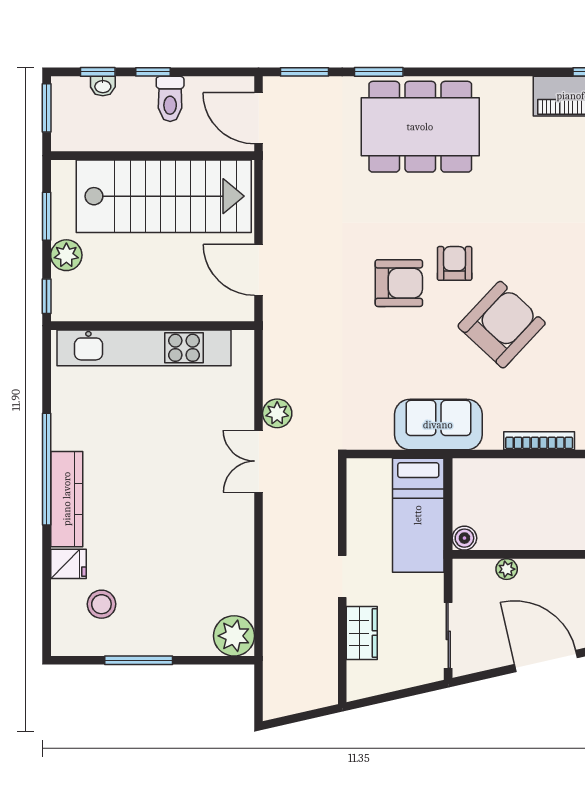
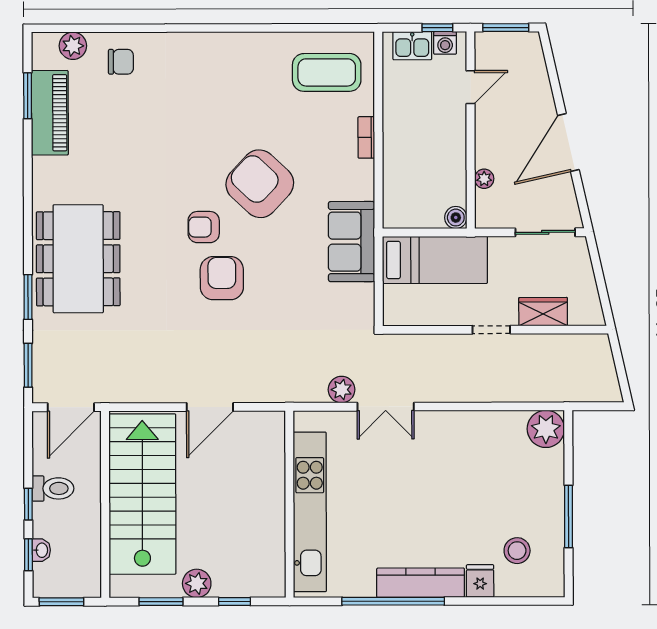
wall: (153, 326) -> (289, 504), moved
kitchen unit: (144, 348) -> (310, 512), moved
bookcase: (539, 441) -> (366, 137), width x0.64

